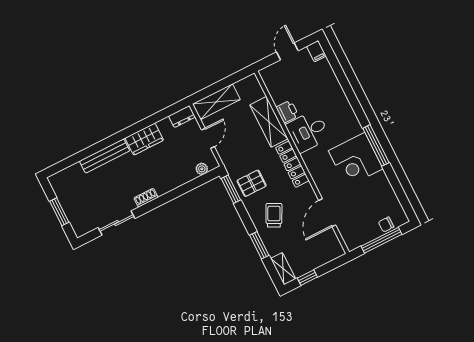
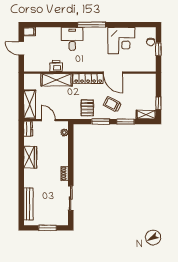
desk: (308, 131) -> (72, 39), moved, turned 180
window: (376, 145) -> (92, 25), moved
bench: (105, 156) -> (28, 204), moved
corner desk: (356, 160) -> (121, 40), moved
window: (231, 189) -> (101, 122), moved
door: (327, 213) -> (113, 73), moved
window: (381, 240) -> (158, 49), width x0.46

